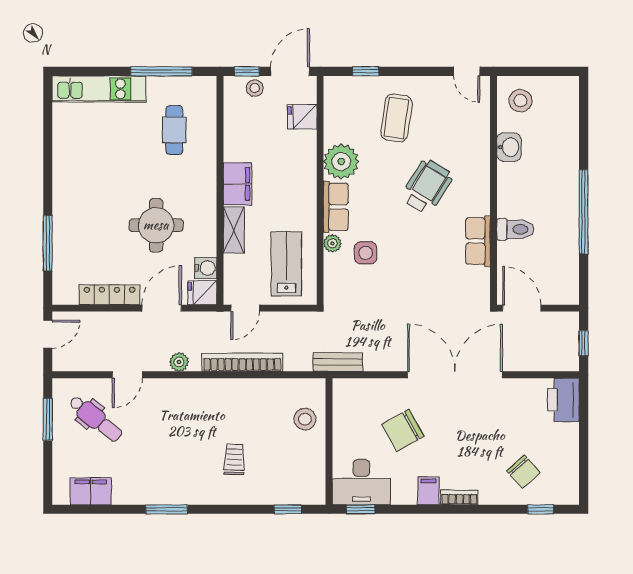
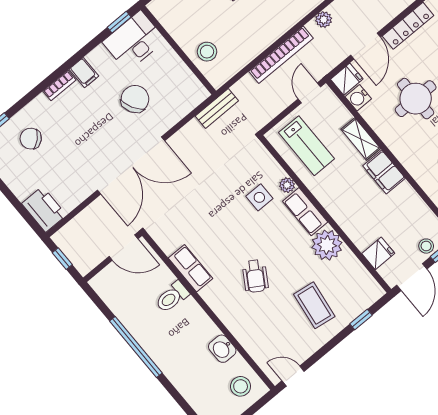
wheelchair: (427, 187) -> (255, 276), width x0.73, depth x0.73

